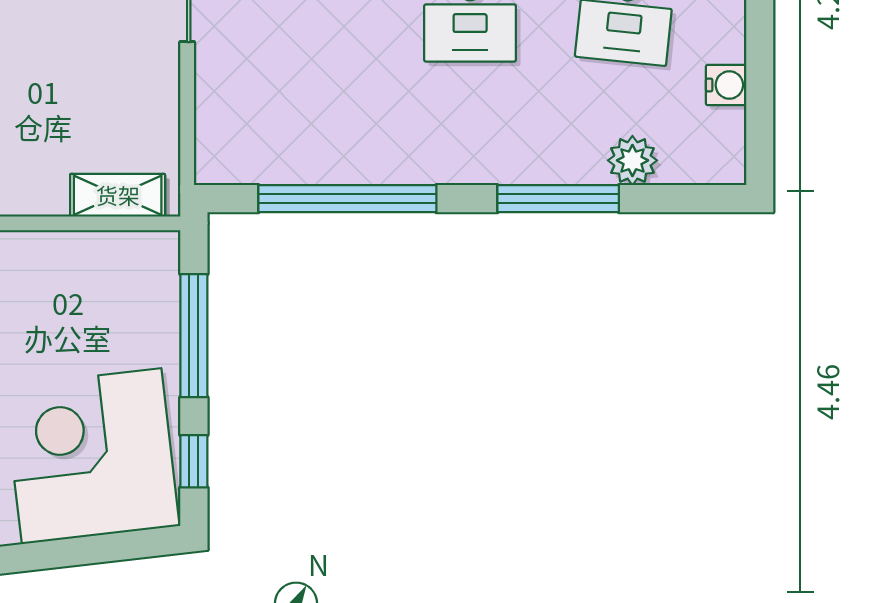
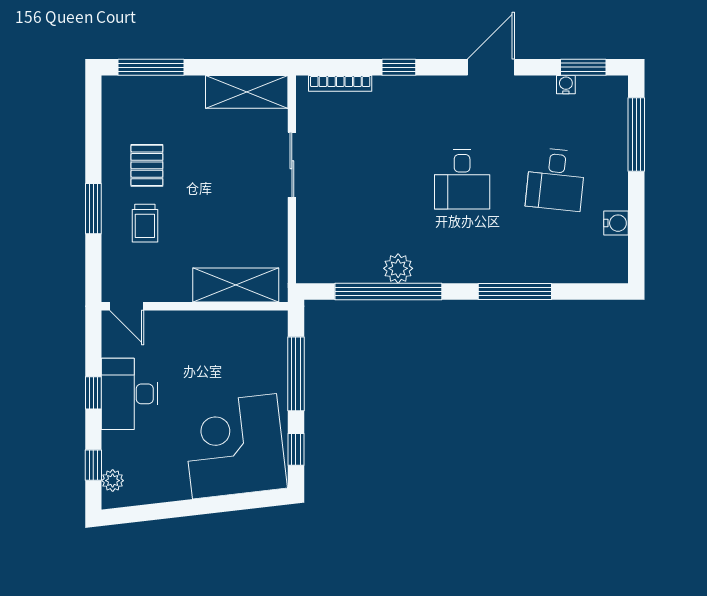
plant: (632, 160) -> (398, 268), moved
shelving: (118, 195) -> (236, 285), width x1.50, depth x1.33

